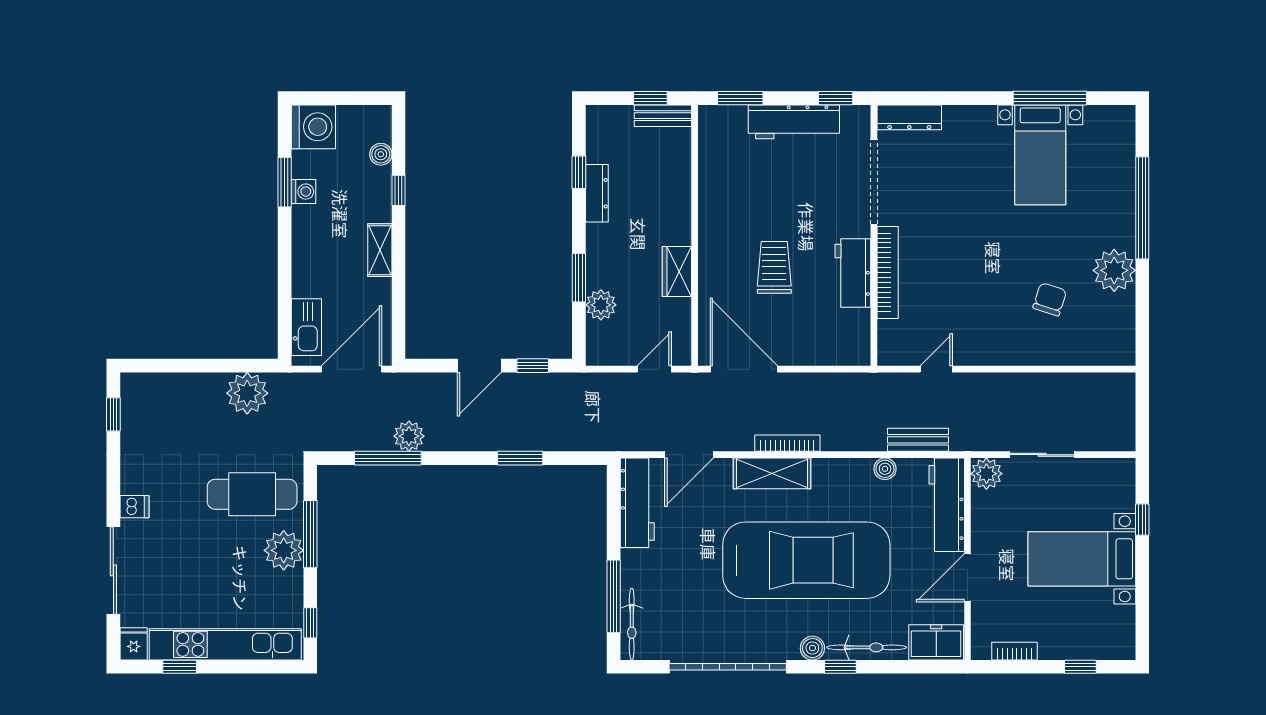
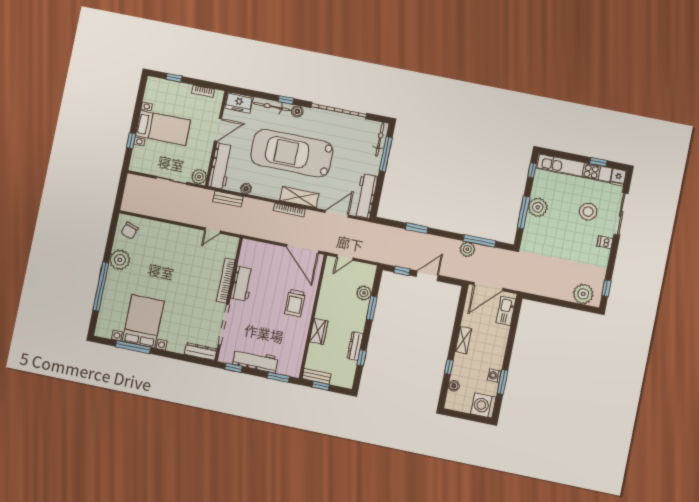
bed with nightstands: (1040, 155) -> (143, 321), width x1.36
trolley: (774, 267) -> (295, 303), moved
wardrobe: (677, 272) -> (319, 331), moved
chair: (1050, 299) -> (130, 231), moved
plant: (247, 393) -> (583, 294), moved
cafe table: (252, 494) -> (548, 237), removed
stool: (181, 562) -> (588, 212), added

